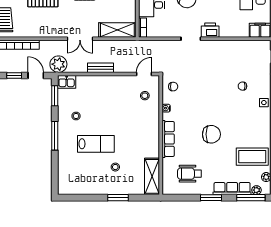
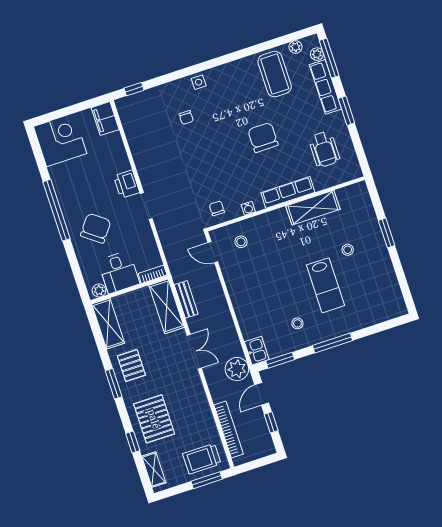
bench: (101, 68) -> (186, 299), moved
lab bench: (96, 144) -> (325, 285), turned 180
shelving: (152, 176) -> (313, 208), moved

